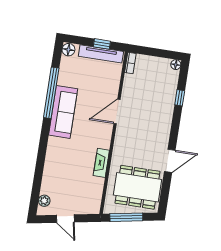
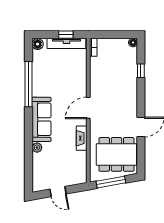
door: (117, 111) -> (88, 108), moved
sofa: (63, 112) -> (41, 119), moved
plant: (44, 201) -> (37, 148), moved

